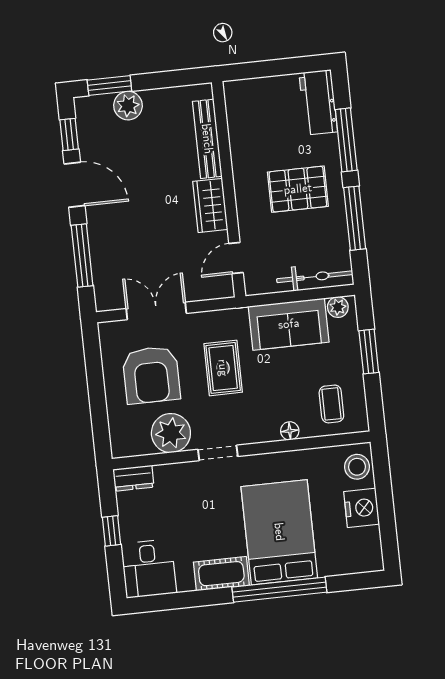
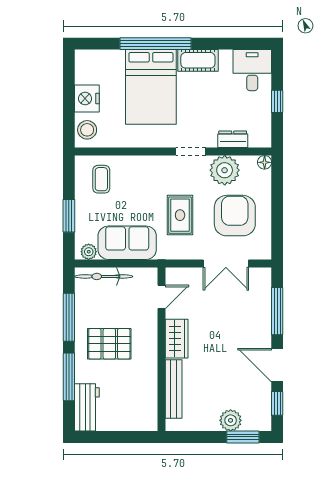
floor lamp: (290, 431) -> (265, 162), moved
dresser: (133, 478) -> (233, 139), moved

